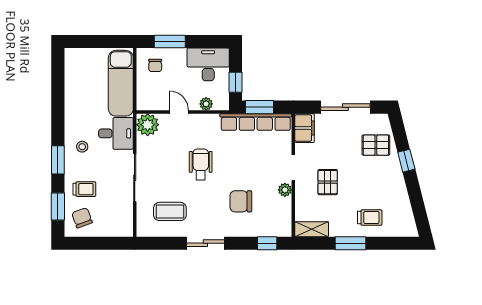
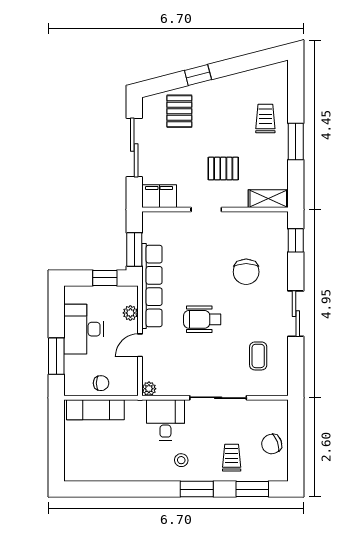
desk: (208, 64) -> (83, 329), moved
chair: (155, 65) -> (101, 383), moved
exam couch: (121, 83) -> (95, 410), width x0.73, depth x0.69
row of seats: (256, 122) -> (152, 286), moved
plant: (148, 125) -> (149, 389), width x0.53, depth x0.53
plant: (285, 190) -> (232, 219), removed
coffee table: (170, 211) -> (258, 356), width x0.73, depth x0.77
chair: (82, 218) -> (272, 444), moved
shelving: (312, 229) -> (268, 199), moved, turned 90

